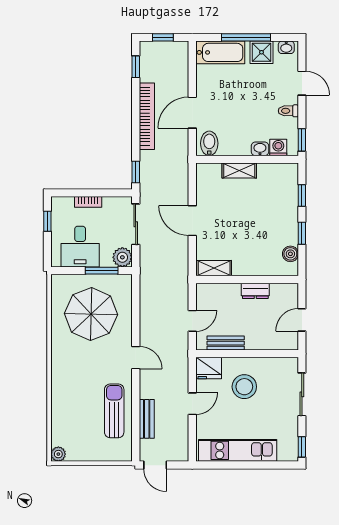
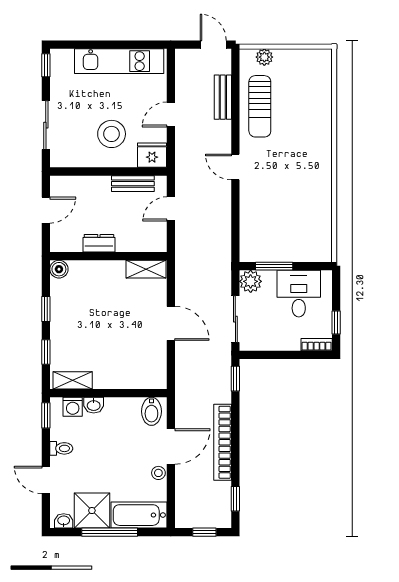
shower: (262, 52) -> (92, 511), width x1.36, depth x1.36
stool: (203, 89) -> (158, 473), added
shelving: (239, 171) -> (73, 380), moved
bookcase: (88, 202) -> (317, 345), moved
boiler: (290, 254) -> (59, 269), moved
parasol: (91, 314) -> (286, 217), removed
plant: (58, 454) -> (264, 57), moved

